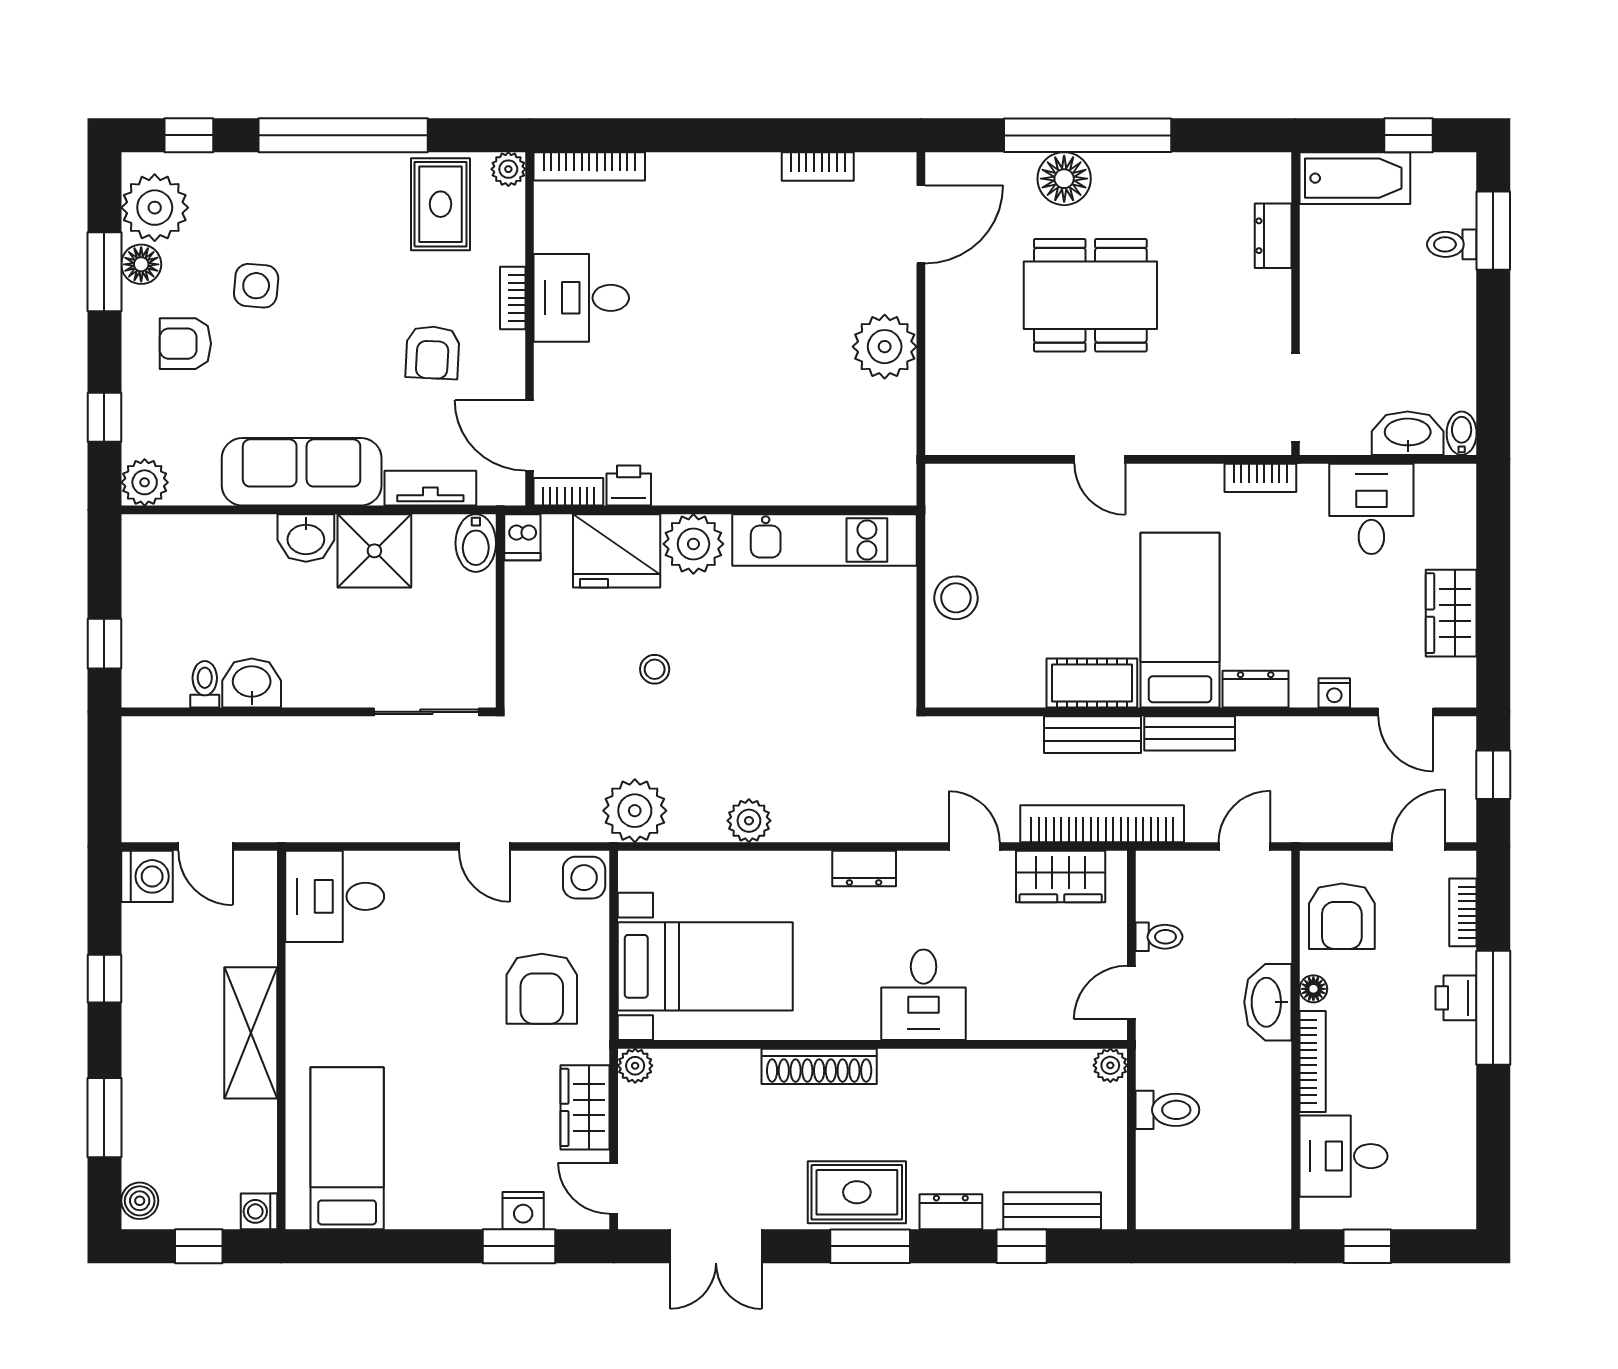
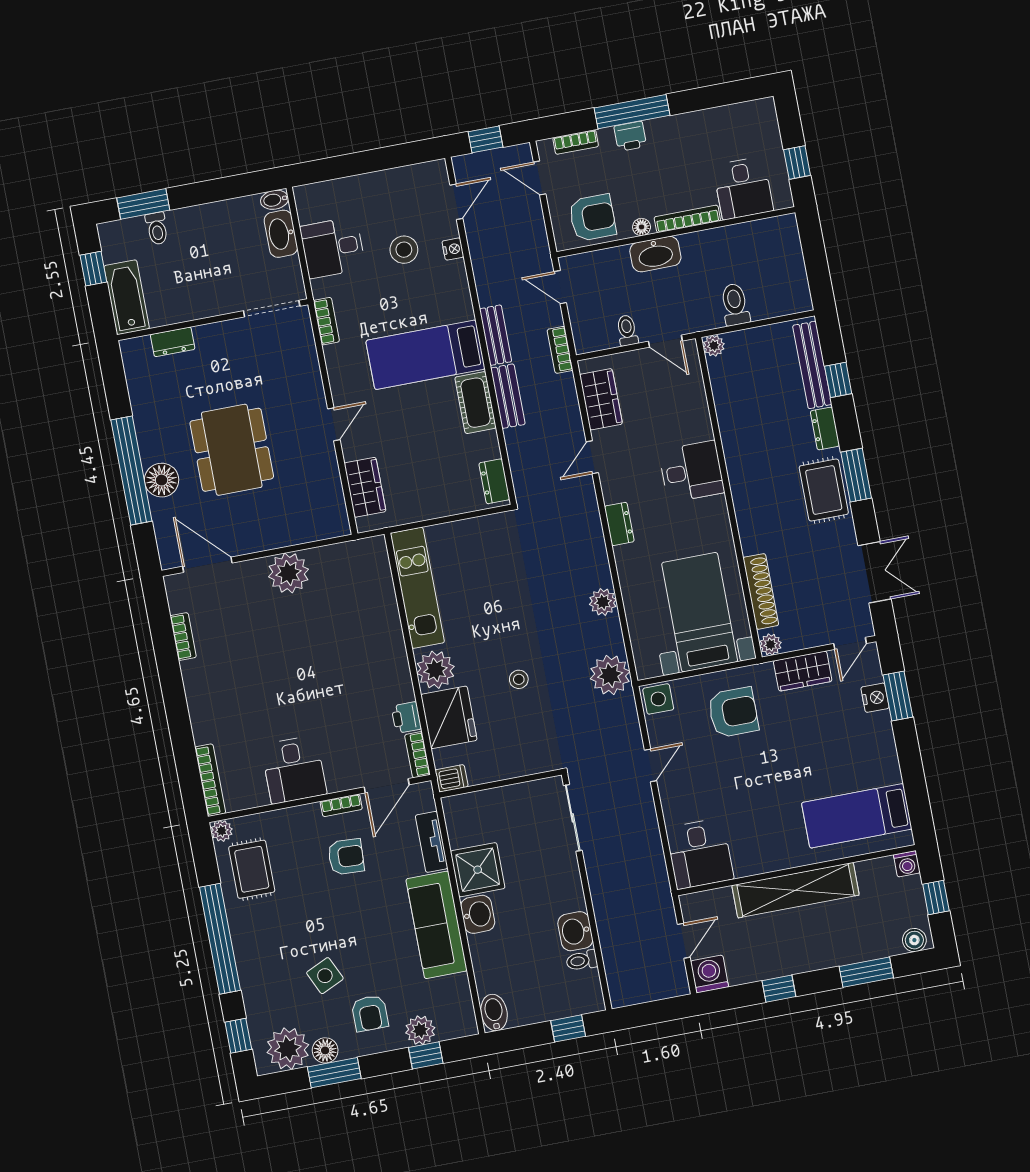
rug: (441, 204) -> (252, 869), turned 90
side table: (256, 286) -> (325, 976), turned -30
bookcase: (513, 298) -> (341, 805), moved
plant: (145, 482) -> (420, 1030), moved
bidet: (476, 543) -> (494, 1013), moved, turned -90
stool: (956, 598) -> (404, 250), moved
wardrobe: (1451, 613) -> (365, 487), moved, turned -90
dresser: (1256, 689) -> (494, 481), moved
bookcase: (1102, 824) -> (560, 350), width x0.43, depth x0.76
shelving: (251, 1033) -> (796, 890), width x1.47
shoe rack: (819, 1066) -> (761, 591), moved
bench: (1052, 1211) -> (812, 365), width x1.36

